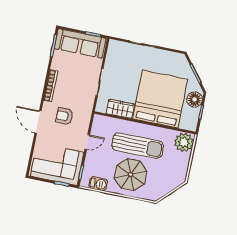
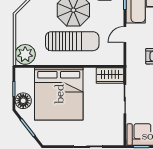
wardrobe: (120, 109) -> (110, 76), moved
sun lounger: (138, 146) -> (72, 41), turned 180

